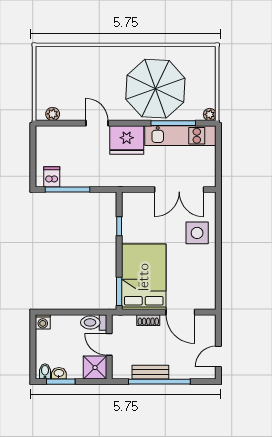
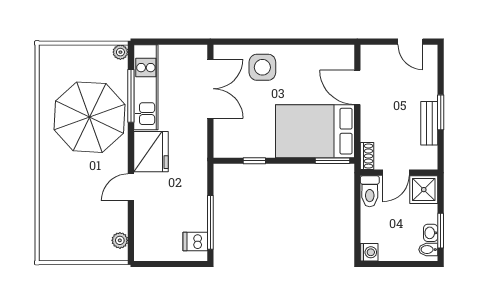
door: (180, 312) -> (357, 87), swing flipped
shoe rack: (148, 320) -> (367, 156), moved
window: (159, 382) -> (441, 112), width x0.47

